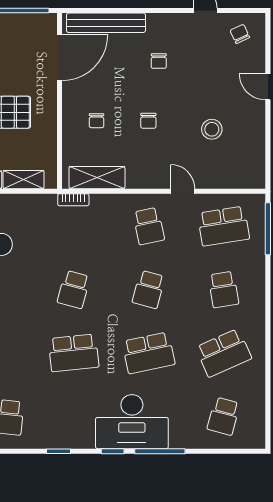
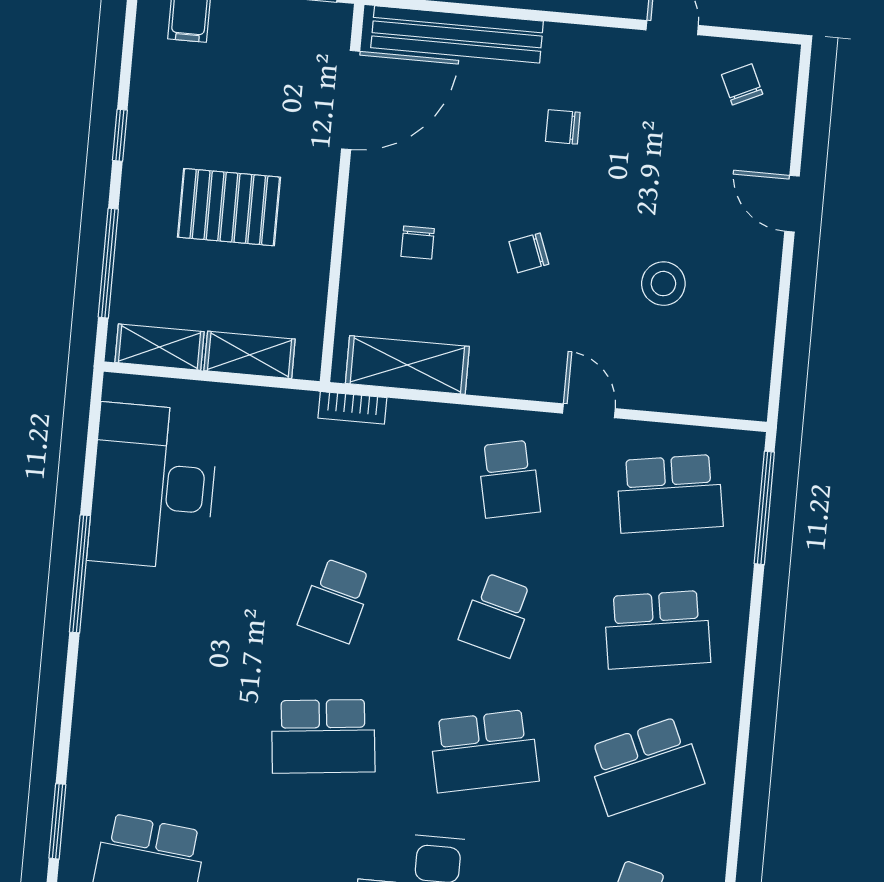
chair: (159, 61) -> (563, 127), turned 90
chair: (148, 121) -> (529, 253), turned 69
school desk: (224, 289) -> (657, 630), width x1.85

